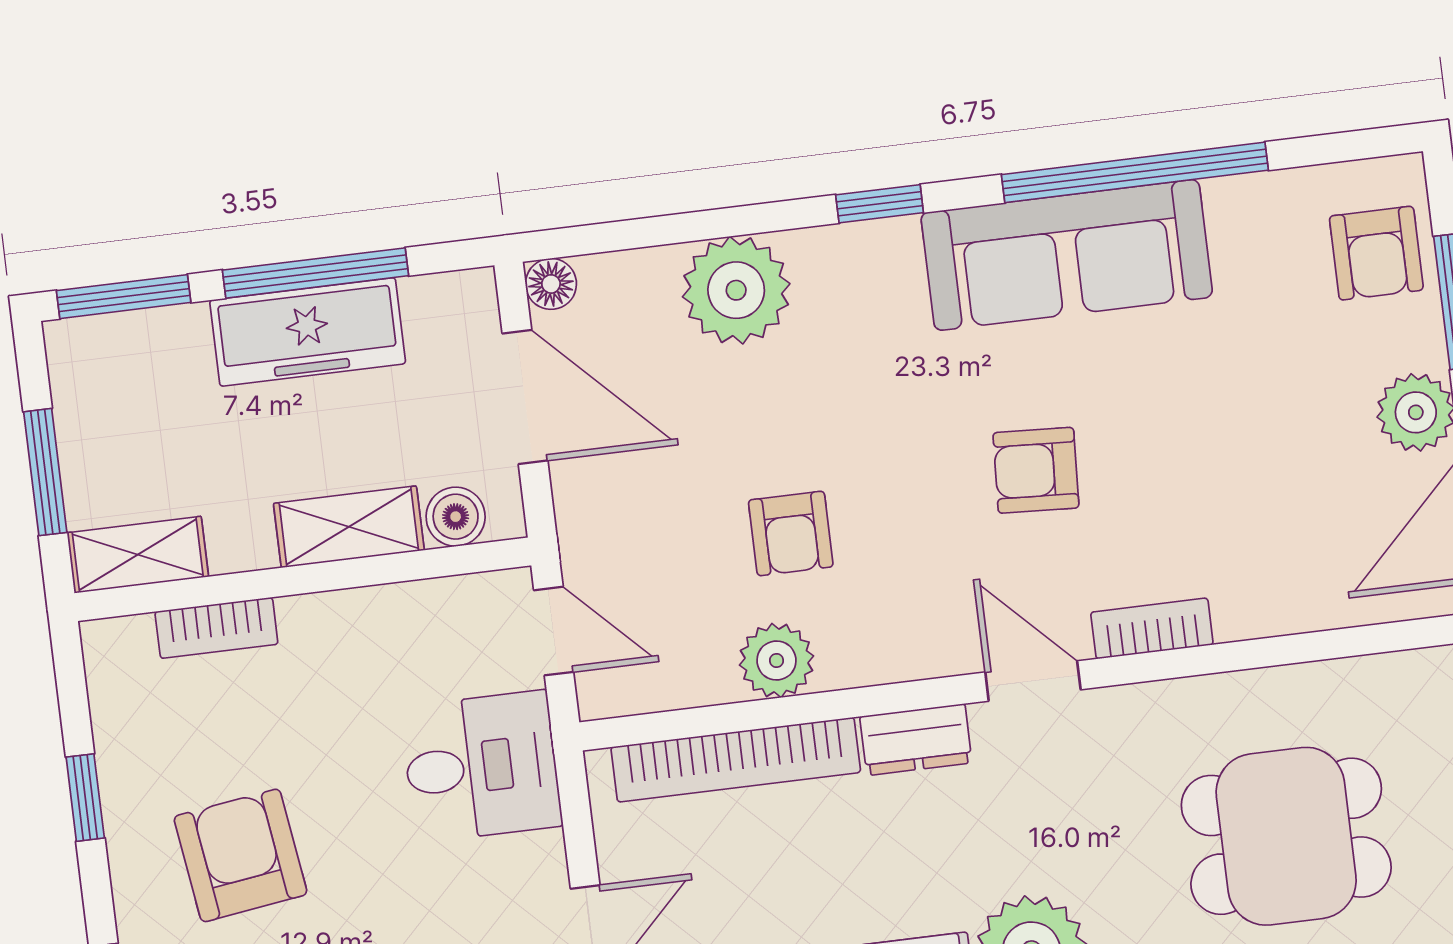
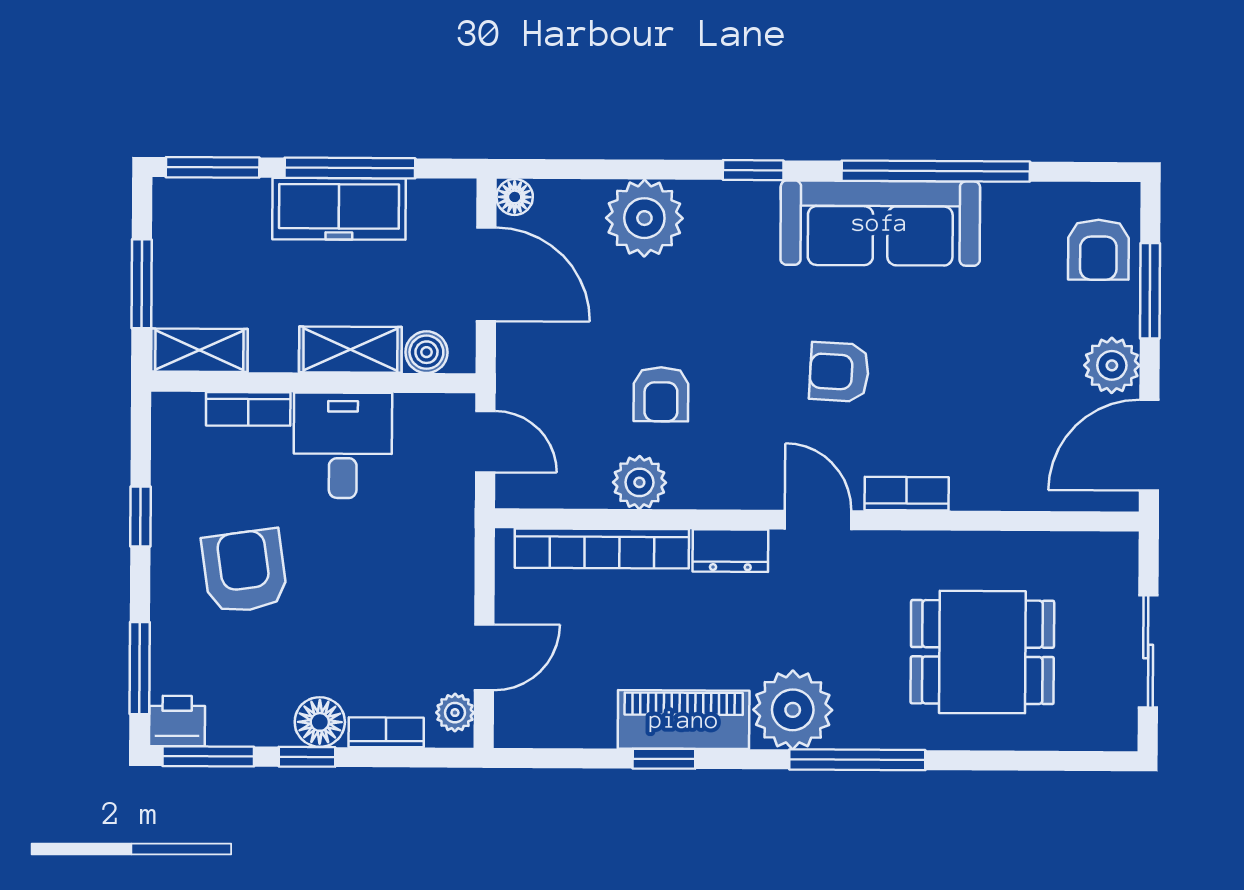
desk: (481, 766) -> (343, 445), moved, turned -90

